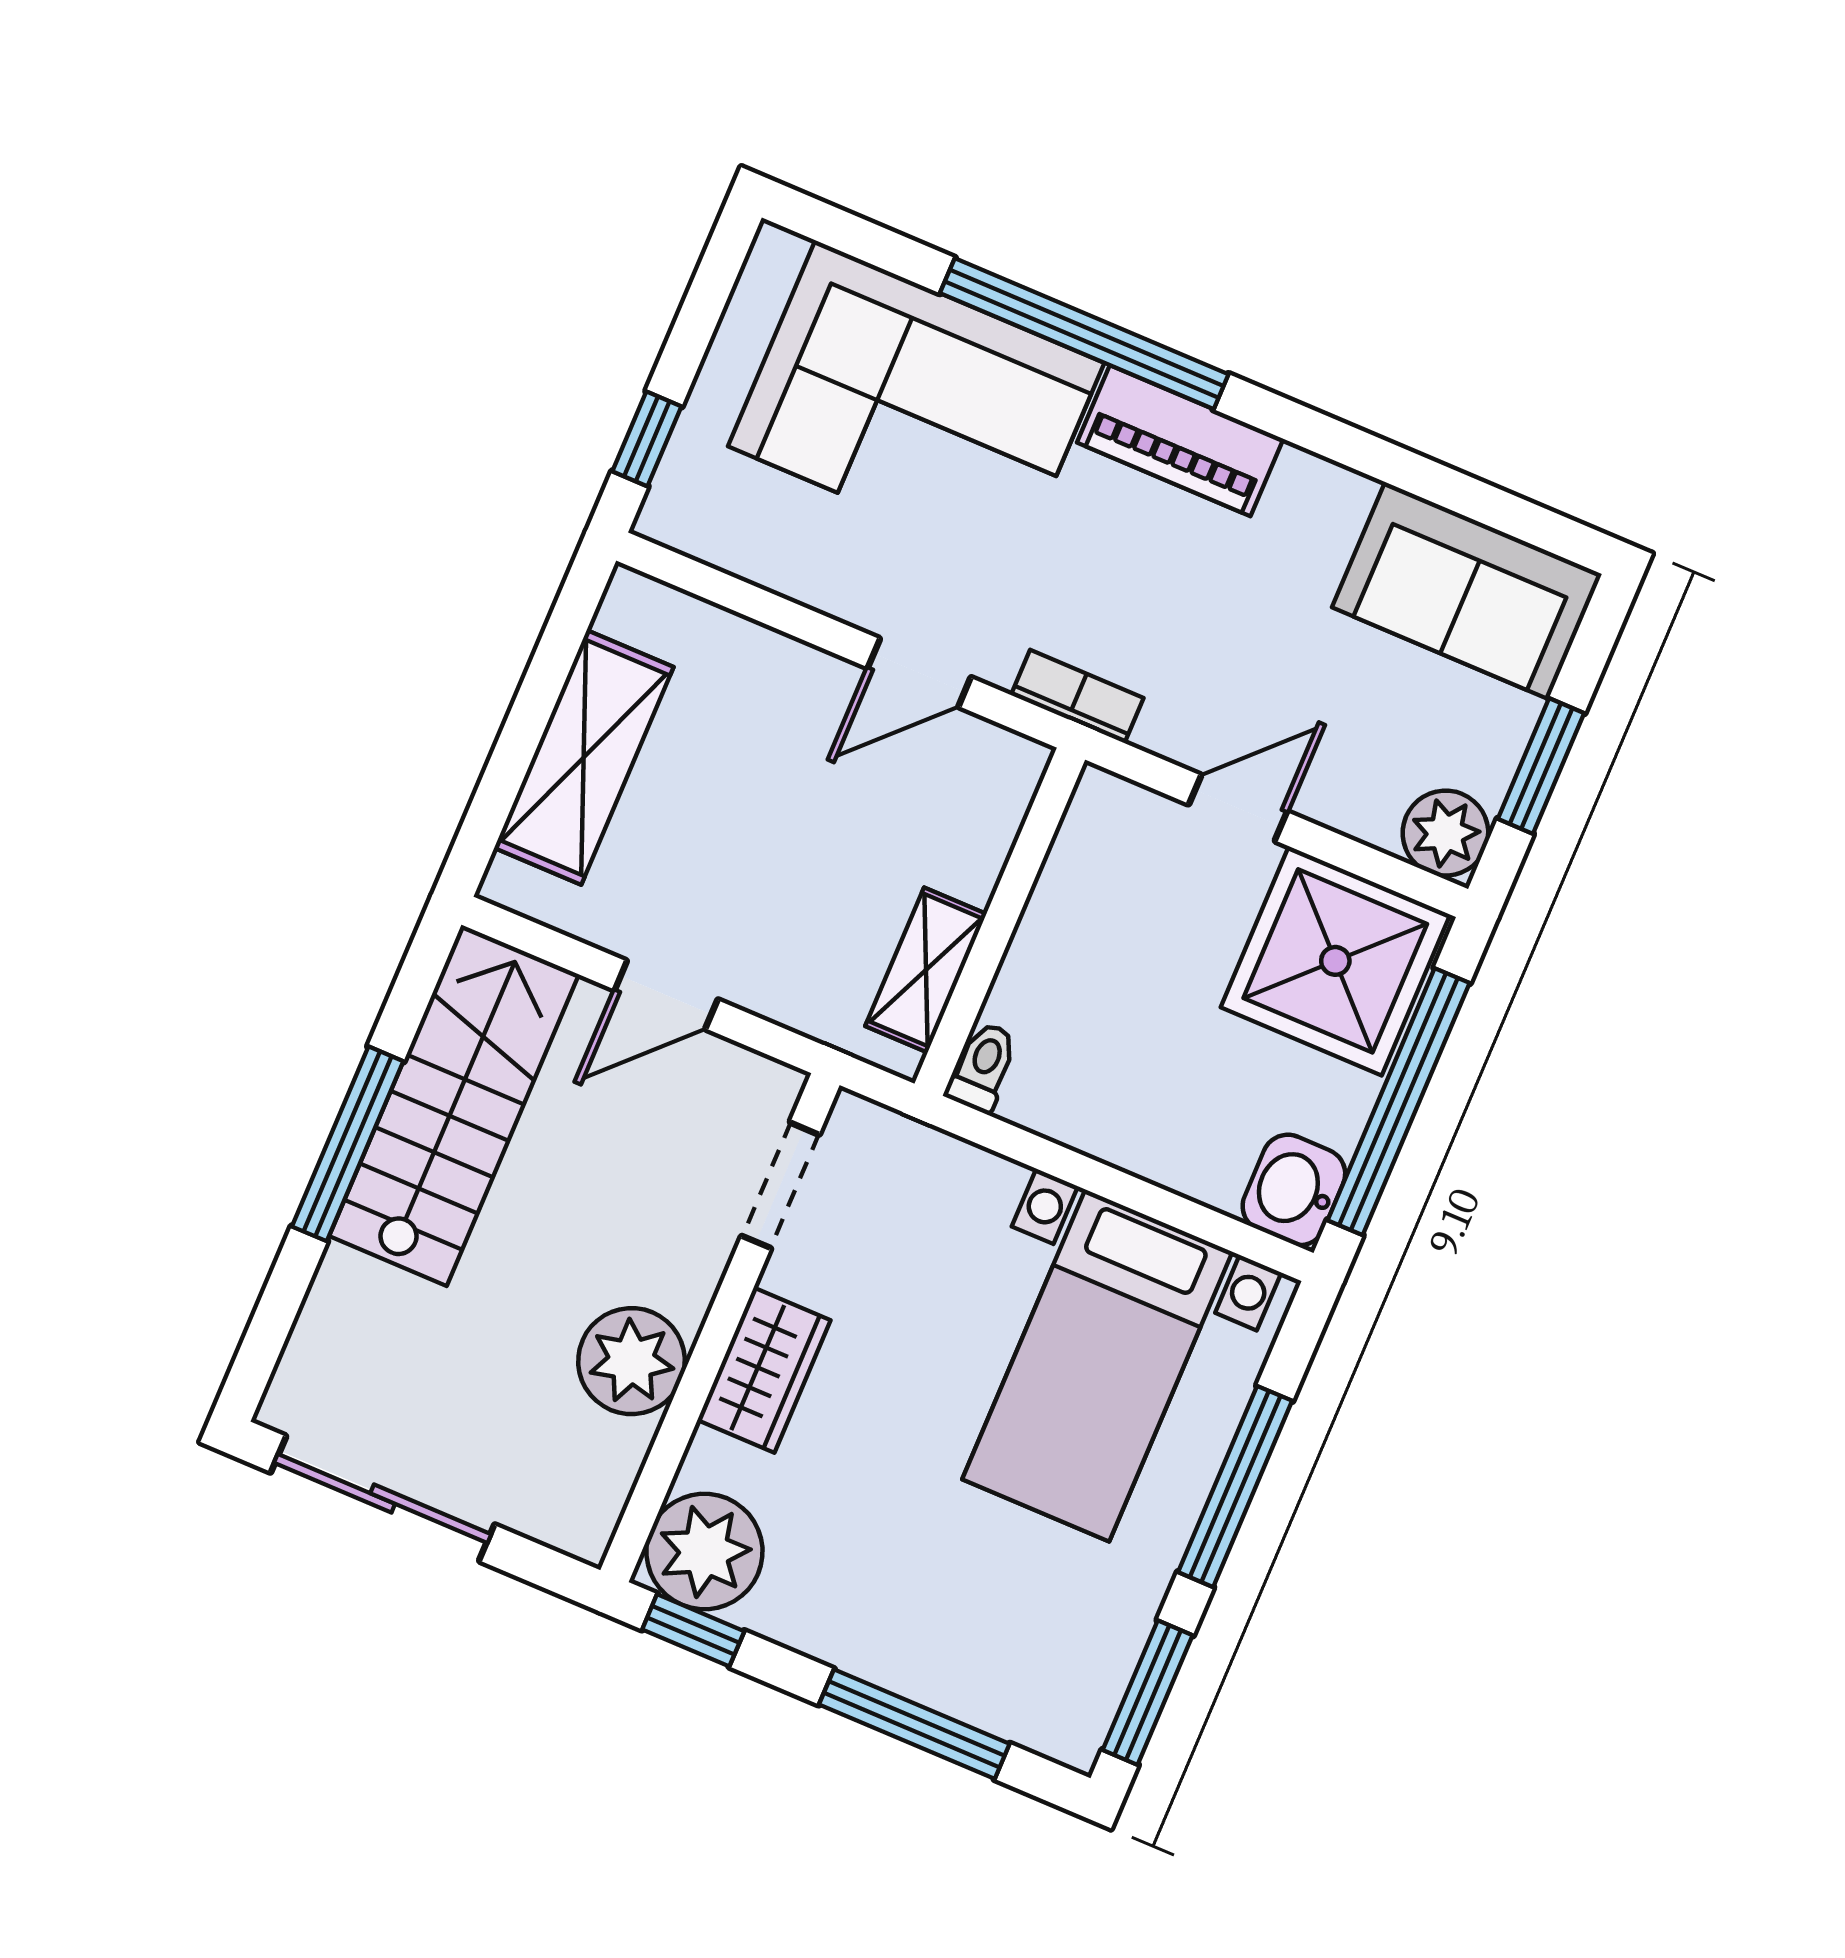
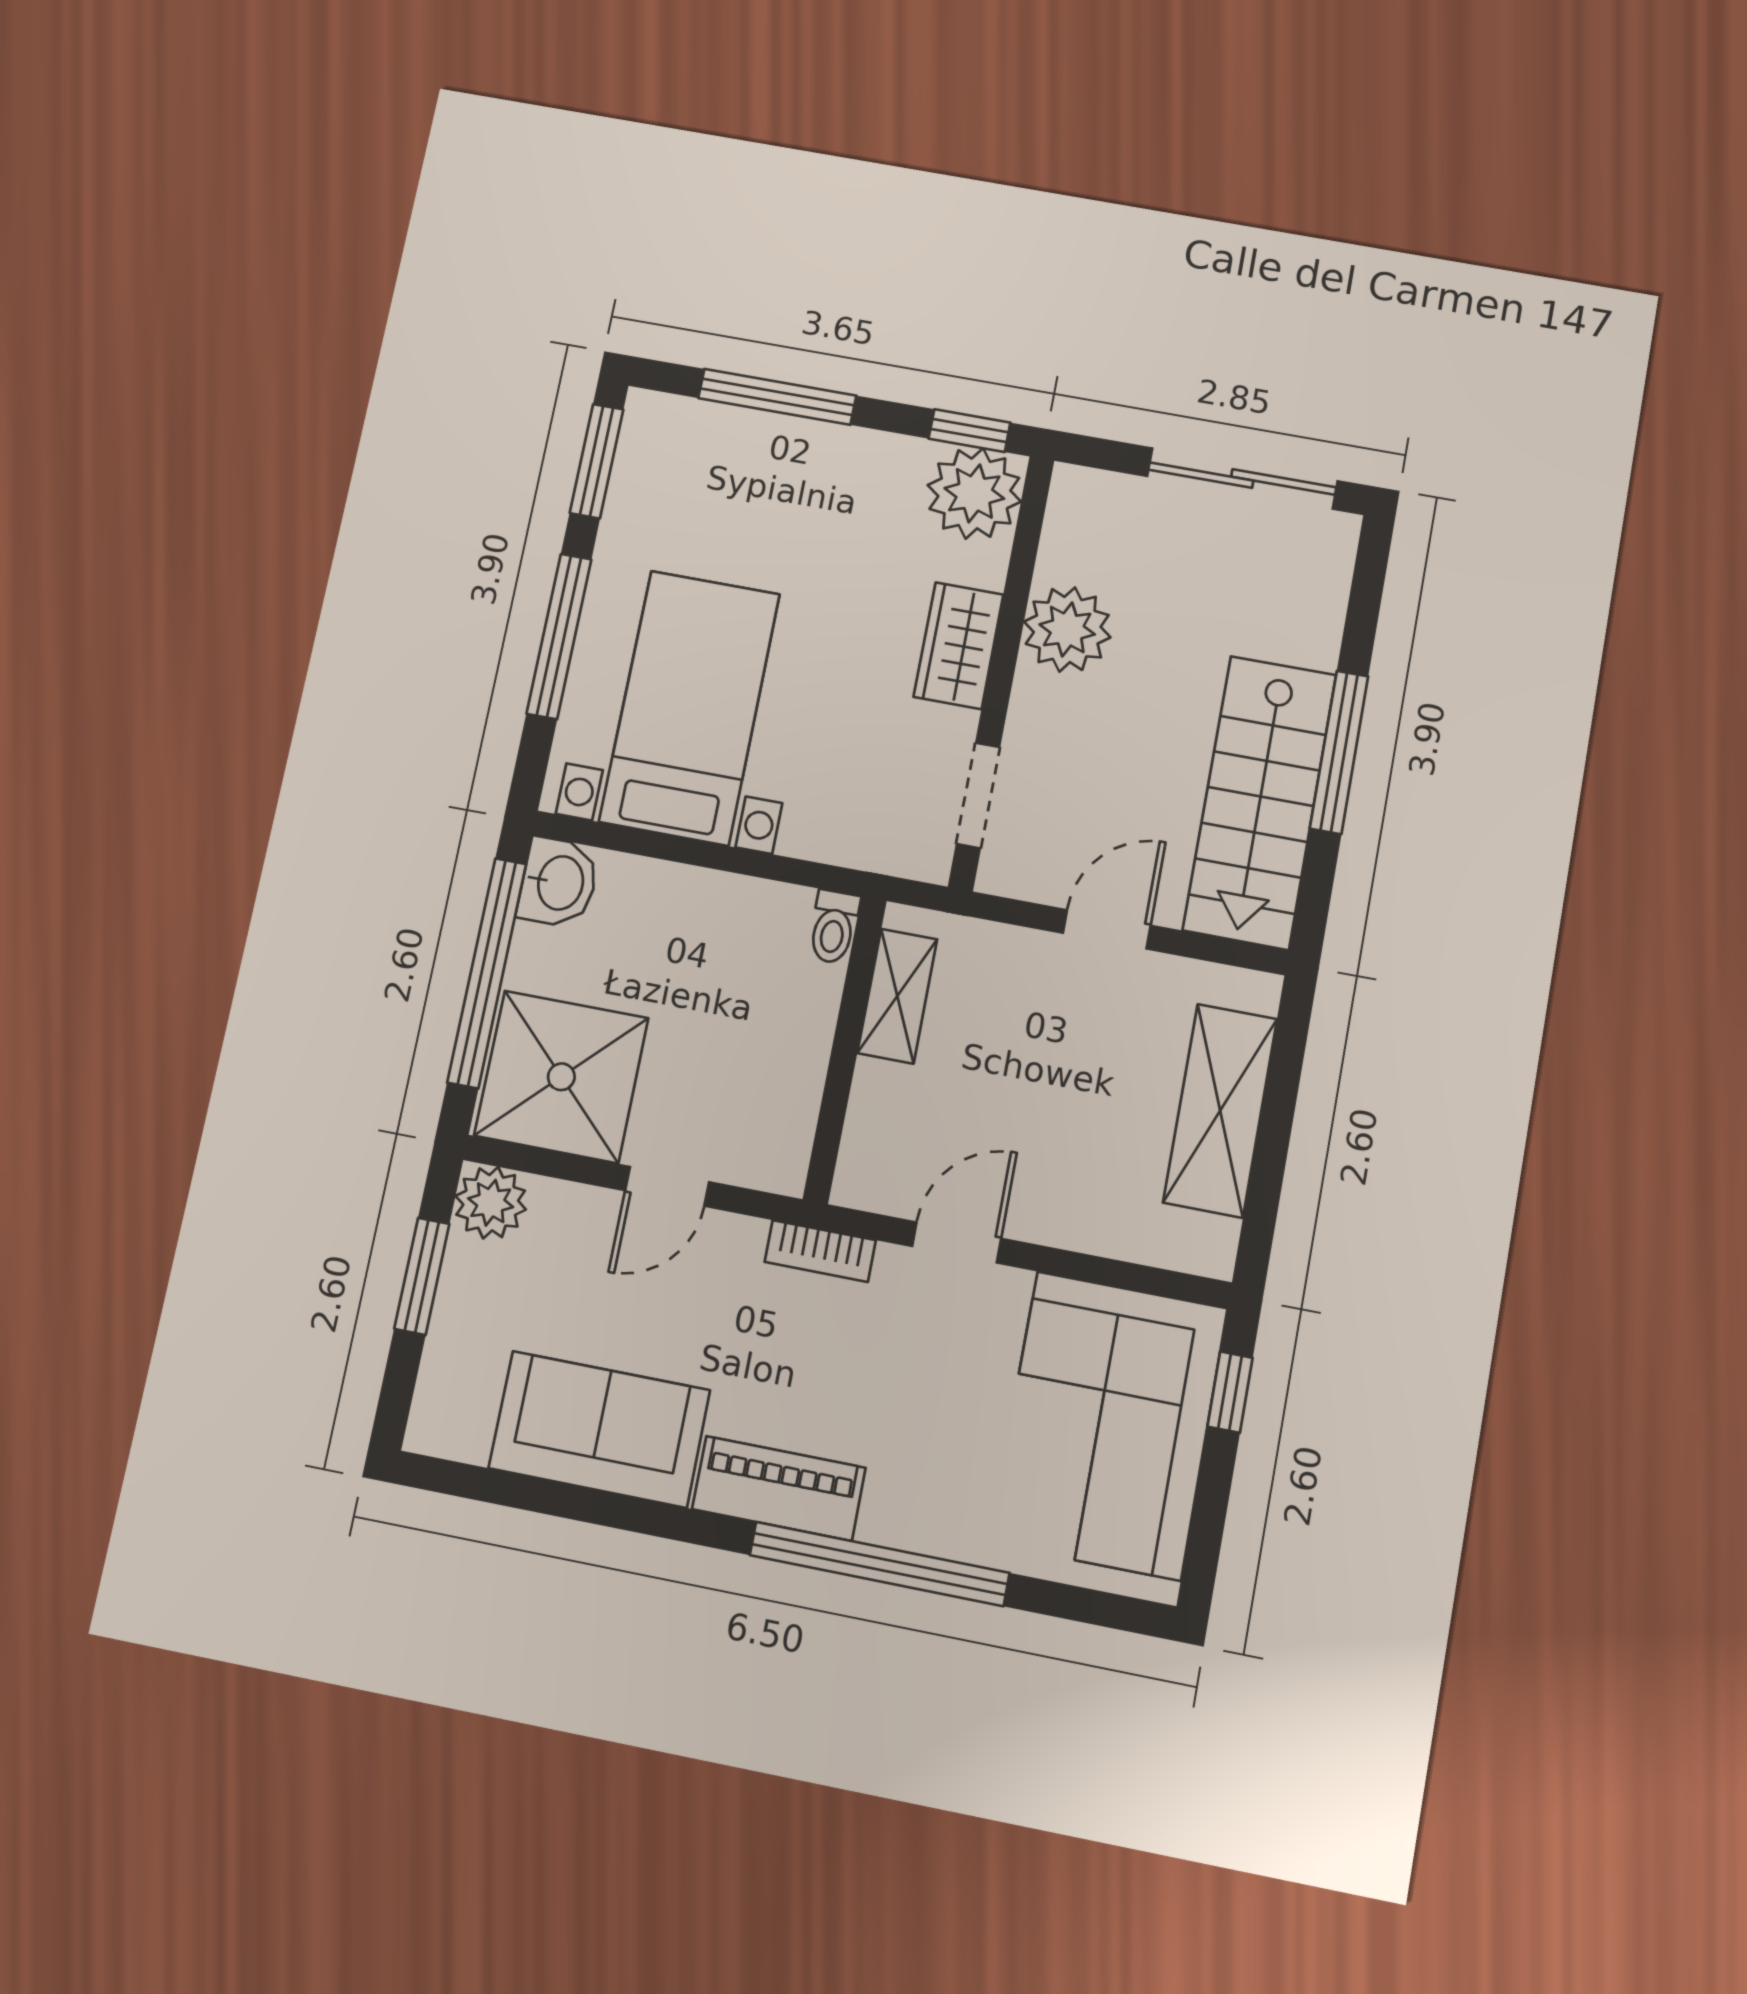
corner sofa: (916, 405) -> (1109, 1425), moved, turned -90
sofa: (1467, 591) -> (599, 1429), moved

